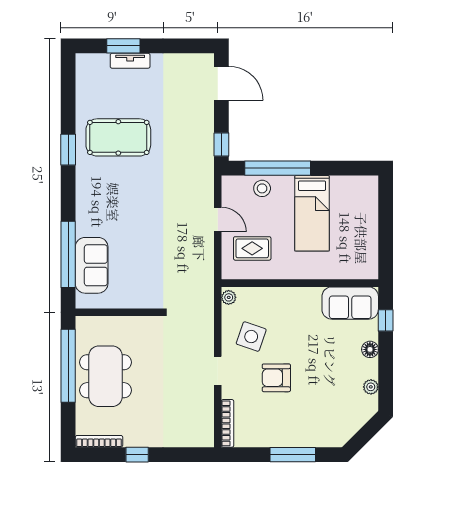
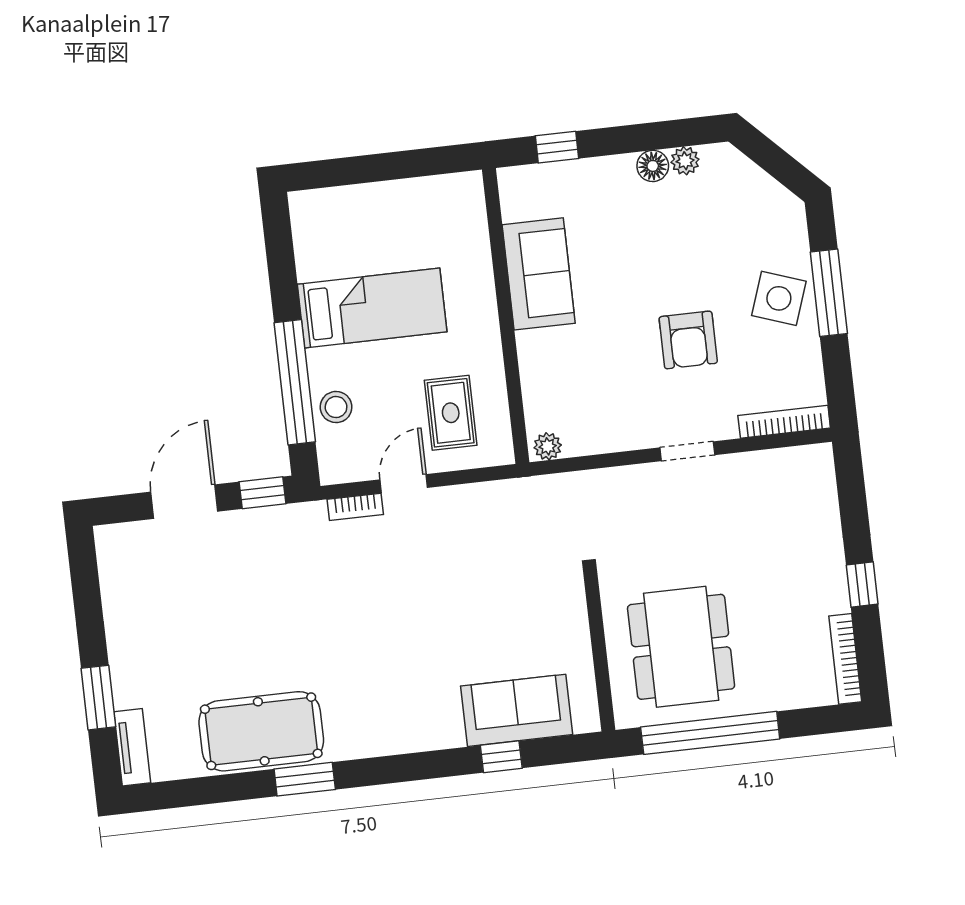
tv unit: (130, 61) -> (132, 747), moved
door: (221, 83) -> (184, 502), moved
pool table: (118, 137) -> (261, 731), moved, turned 90
bookcase: (208, 193) -> (355, 507), added
window: (68, 254) -> (501, 757), width x0.32
sofa: (350, 303) -> (539, 274), moved
side table: (251, 337) -> (779, 298), moved
floor lamp: (370, 349) -> (653, 166), moved
dining table: (106, 376) -> (681, 647), moved, turned 90

